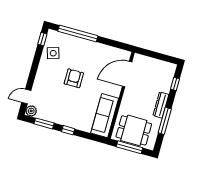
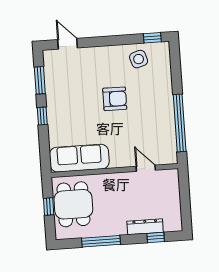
window: (78, 34) -> (180, 123), moved
door: (127, 74) -> (146, 168), width x0.53
dresser: (161, 105) -> (145, 227), moved
plant: (31, 111) -> (50, 57), removed
window: (129, 147) -> (49, 206), width x0.46

